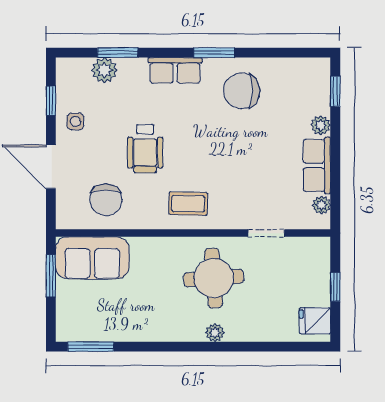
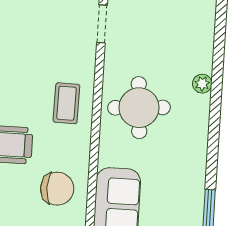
round table: (214, 278) -> (139, 108), moved

